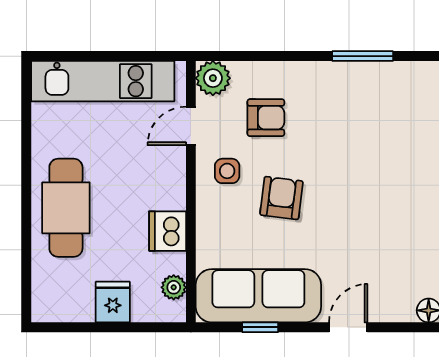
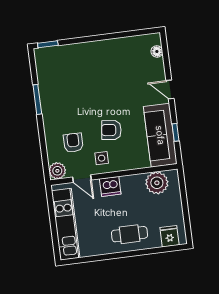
cafe table: (66, 208) -> (130, 234), width x0.73, depth x0.74
dishwasher: (168, 231) -> (110, 186), moved
plant: (174, 287) -> (157, 183), width x1.87, depth x1.87
fridge: (113, 302) -> (169, 236), moved, turned 90

